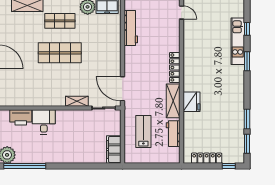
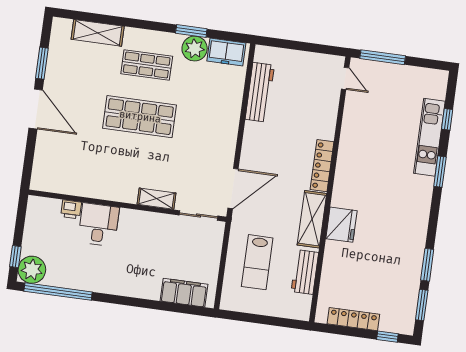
door: (123, 89) -> (233, 188), swing flipped
printer: (21, 117) -> (71, 209), width x0.53, depth x0.68
lab bench: (143, 132) -> (257, 262), turned 180
filing cabinet: (114, 150) -> (184, 293), moved, turned 90

